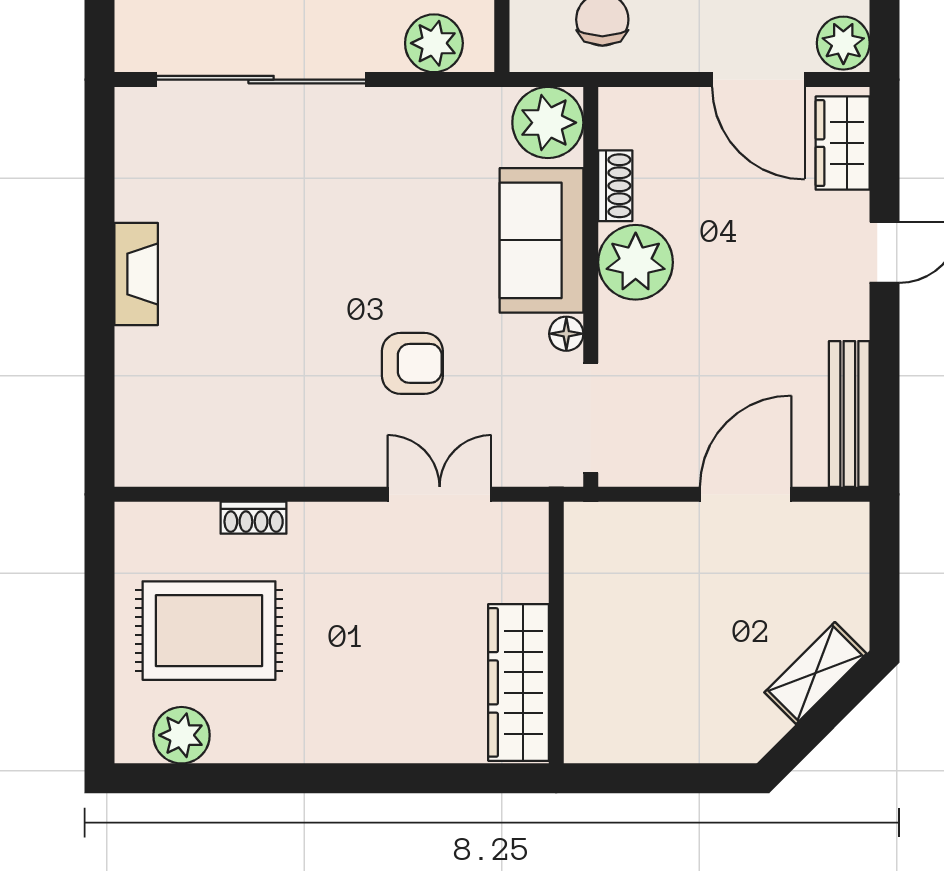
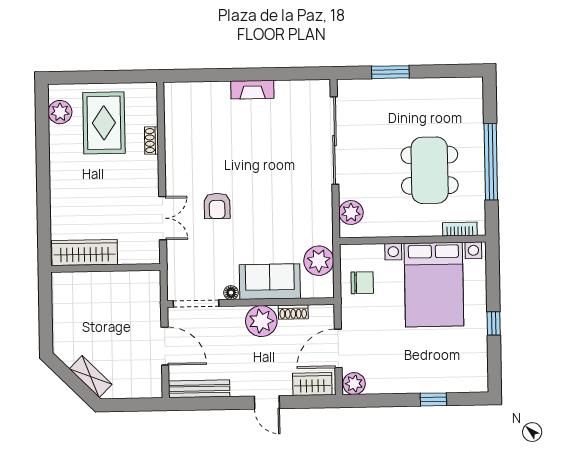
shoe rack: (615, 186) -> (293, 312), moved
sofa: (542, 240) -> (270, 282), moved
plant: (636, 262) -> (261, 321), moved
wall: (591, 287) -> (251, 303), moved
floor lamp: (566, 334) -> (231, 293), moved
doorway: (591, 418) -> (196, 303), moved

